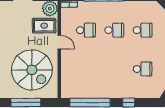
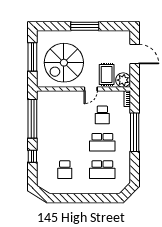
school desk: (114, 30) -> (102, 142), width x1.85
school desk: (143, 30) -> (102, 170), width x1.85

